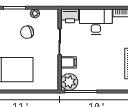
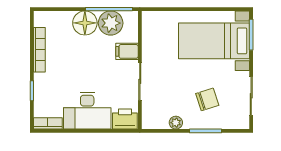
chair: (27, 32) -> (207, 99), moved
plant: (69, 82) -> (111, 23), moved
floor lamp: (97, 82) -> (85, 23), added

